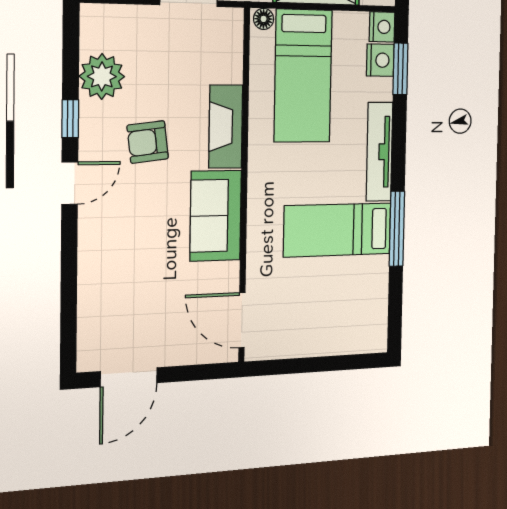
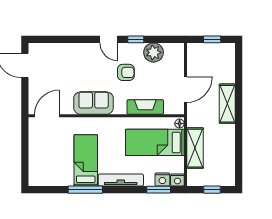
fireplace: (226, 127) -> (145, 107), moved
armchair: (148, 142) -> (126, 72), turned 97

